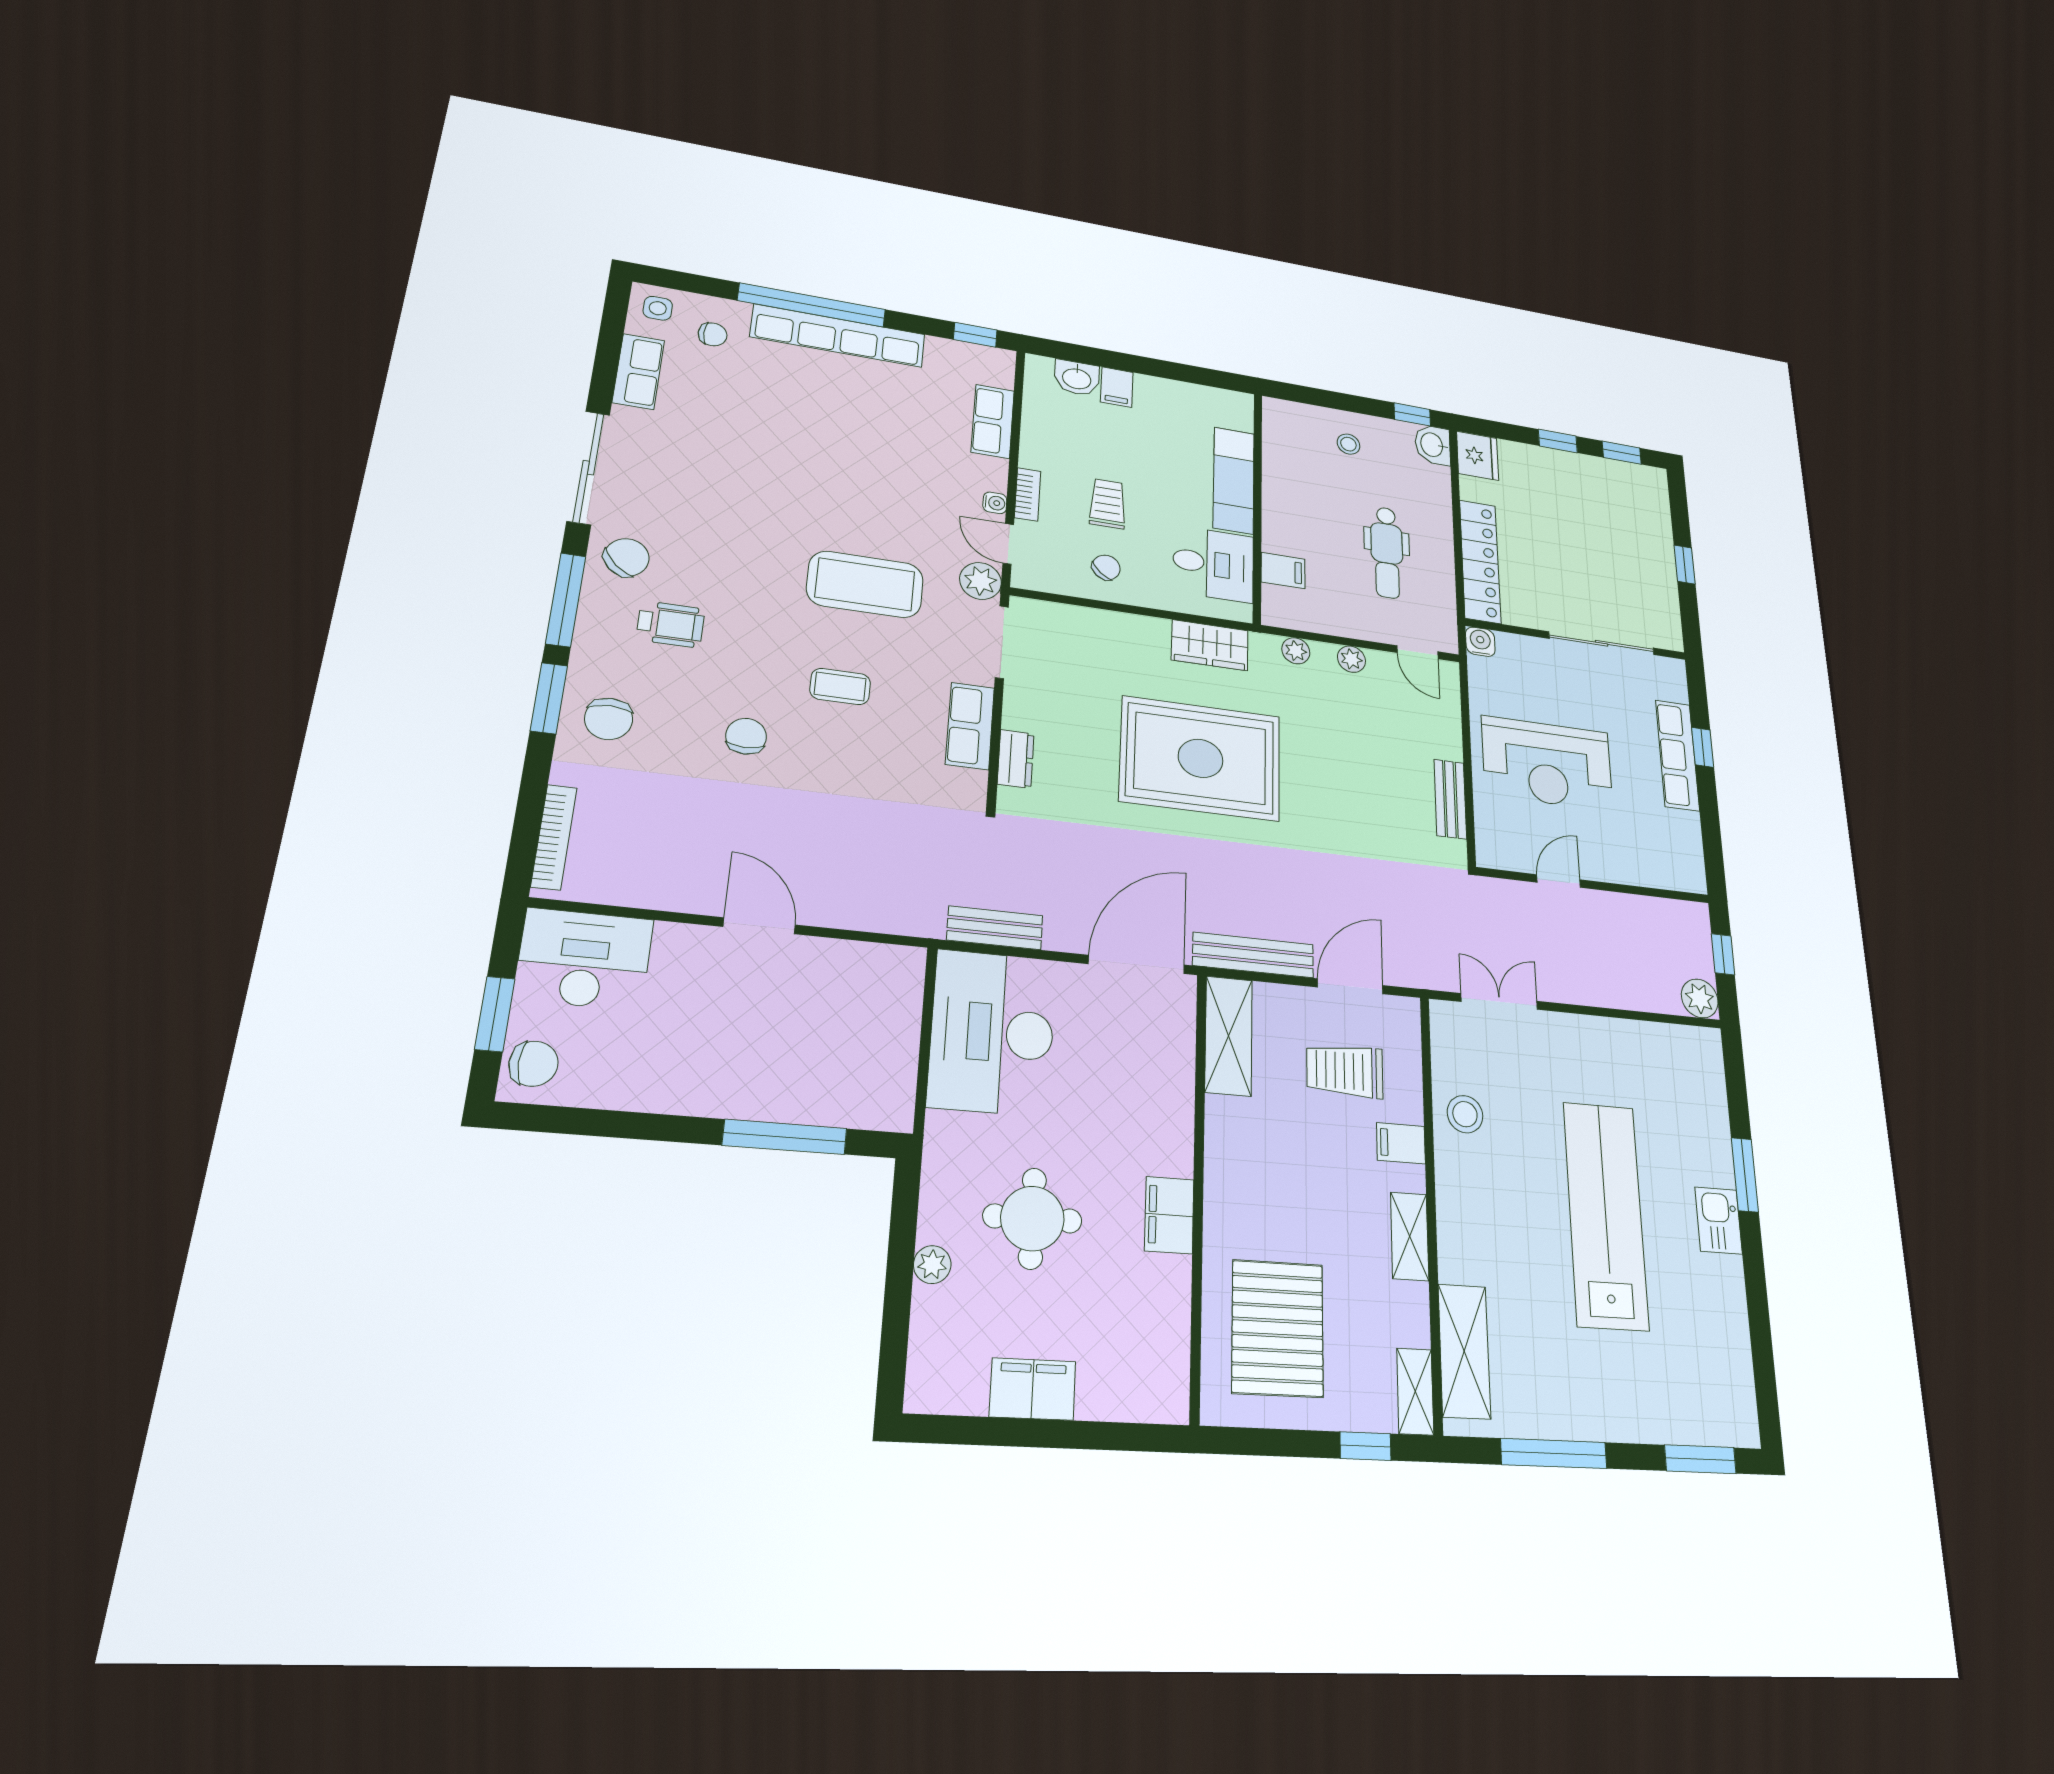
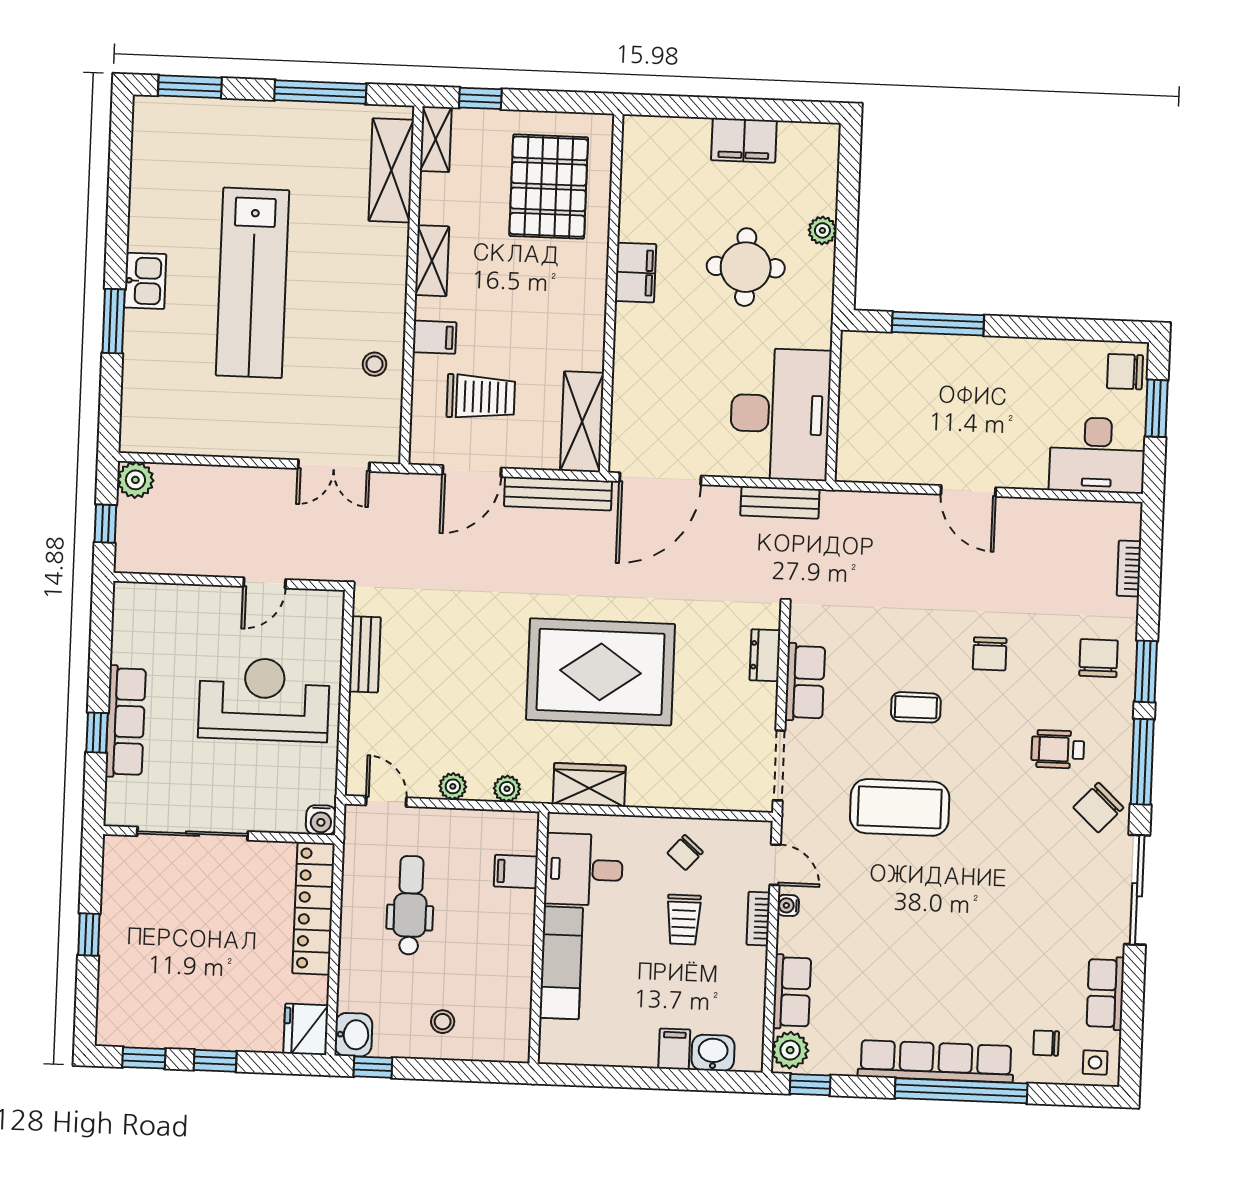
plant: (980, 581) -> (790, 1050), moved
bookcase: (554, 837) -> (1129, 568), width x0.64
stool: (1465, 1114) -> (374, 364), width x0.73, depth x0.73

